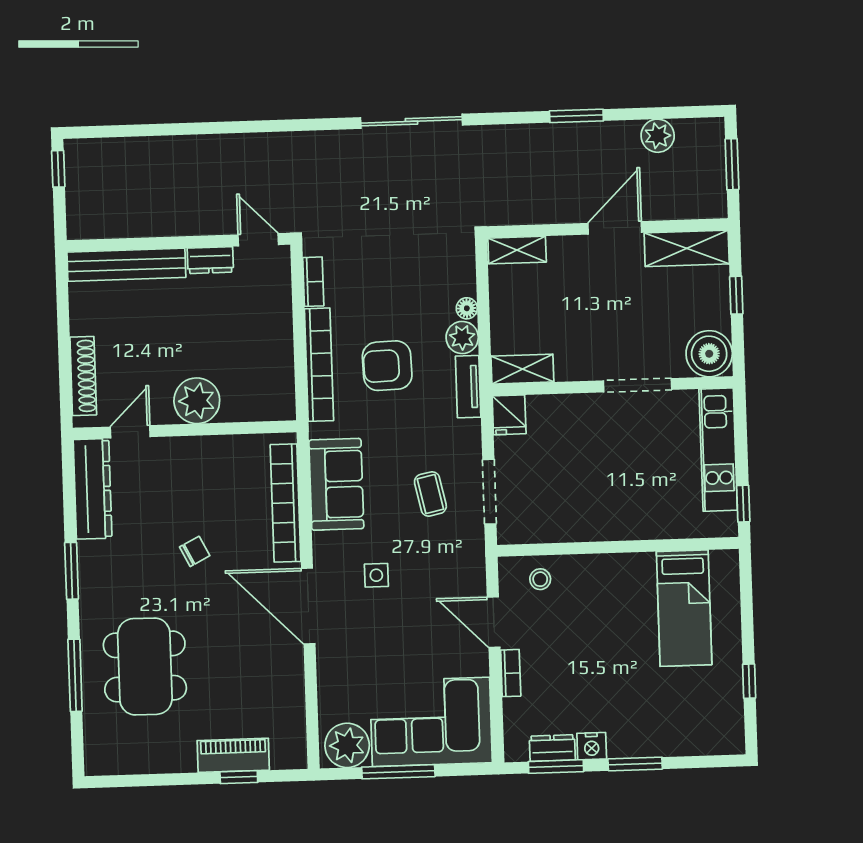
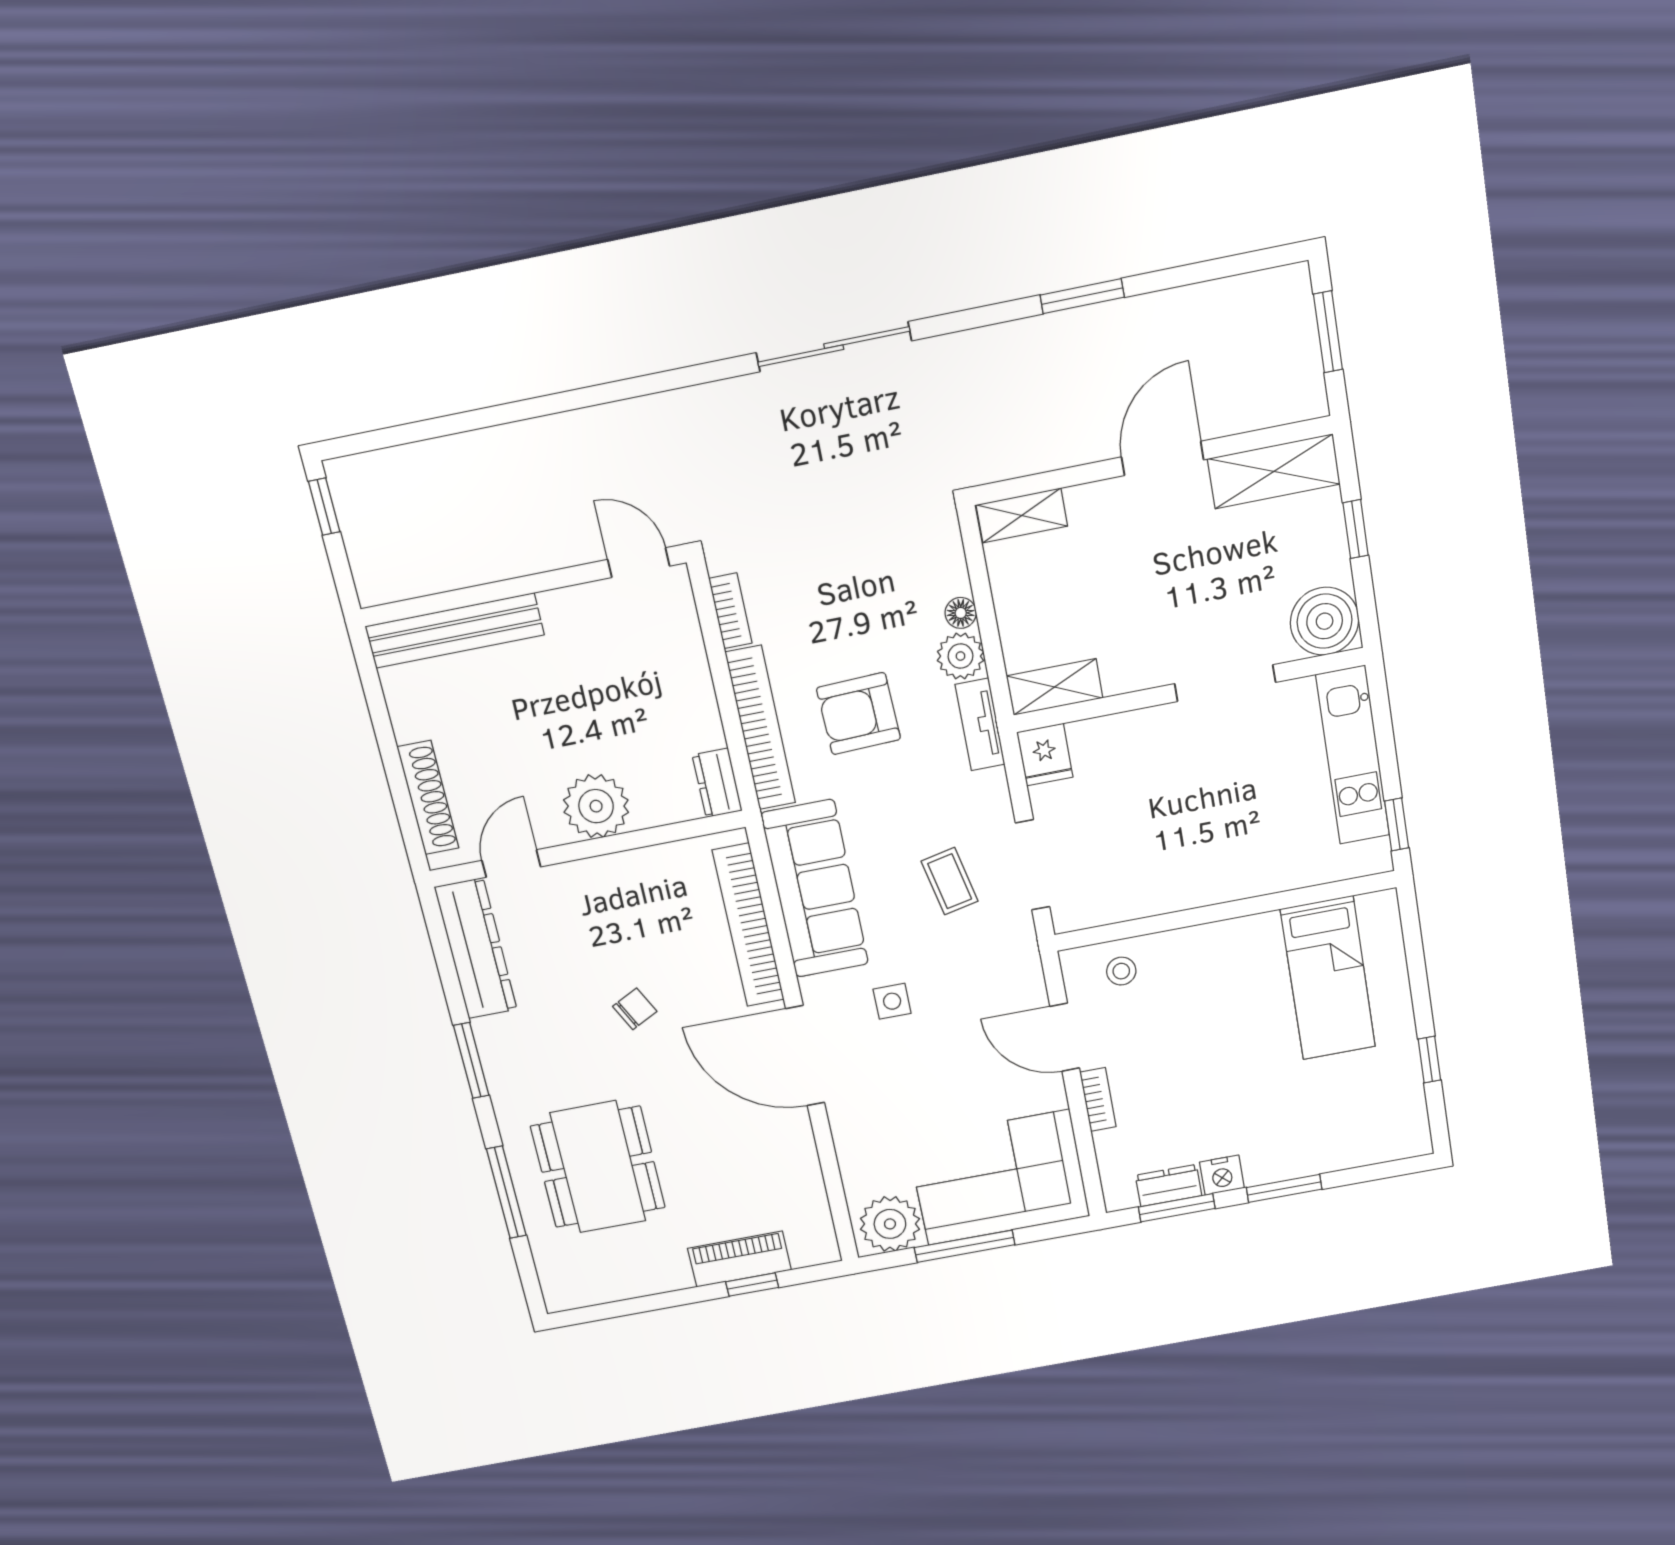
plant: (658, 136) -> (1210, 306), removed
dresser: (210, 260) -> (717, 783), moved, turned 90
sofa: (336, 484) -> (815, 889), width x1.36

